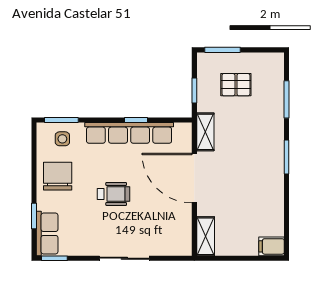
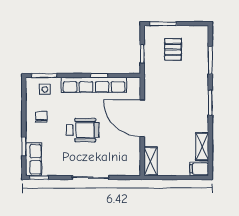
pallet: (236, 85) -> (173, 49), turned 90
shelving: (205, 132) -> (202, 147), moved
chair: (58, 176) -> (41, 117), width x0.54, depth x0.54
wheelchair: (114, 194) -> (83, 130), width x1.36, depth x1.37

